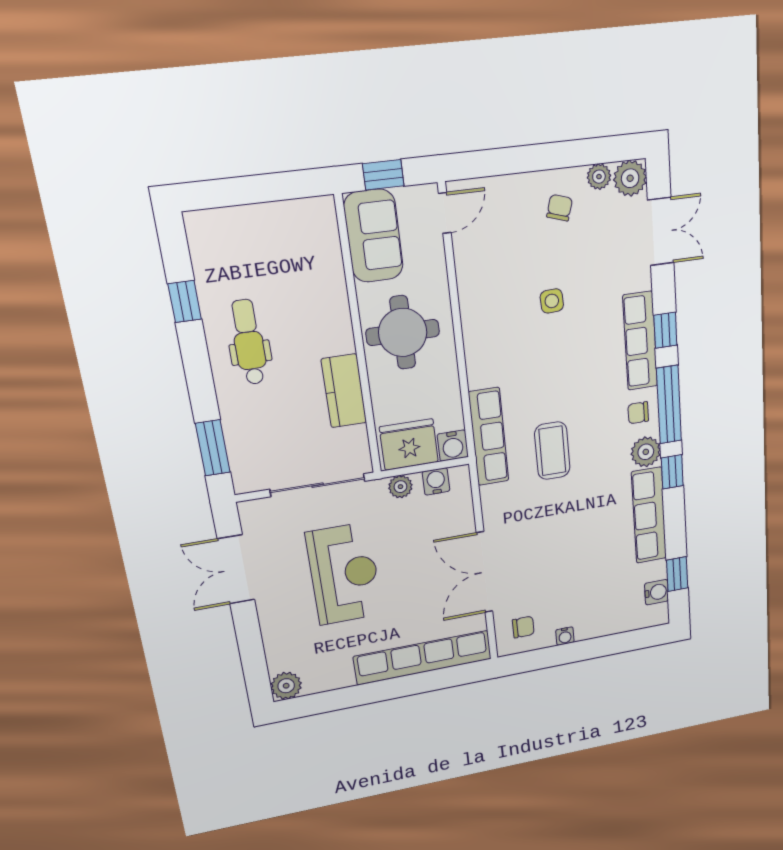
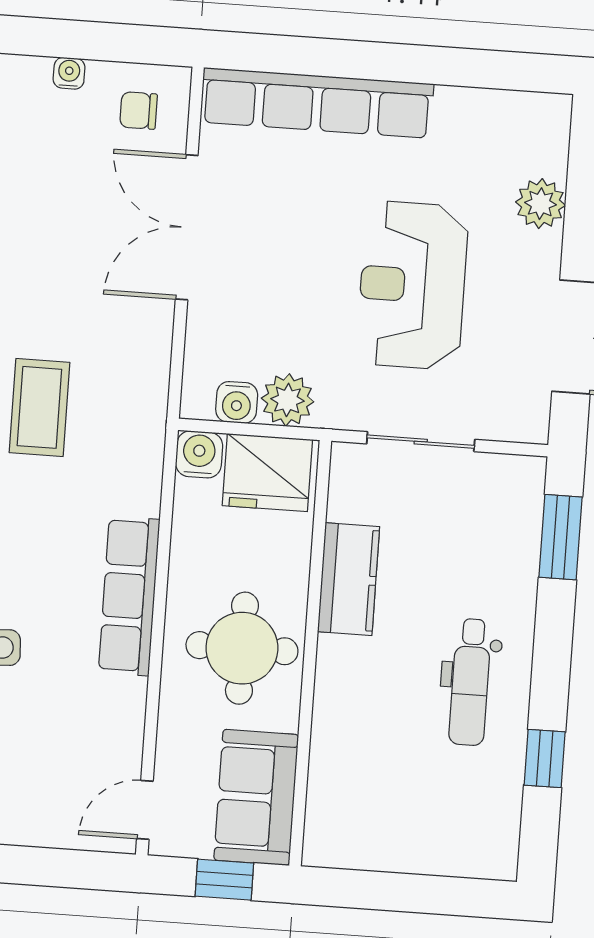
row of seats: (489, 437) -> (129, 596), moved
sliding door: (318, 485) -> (421, 442), width x0.73
plant: (400, 487) -> (288, 400), width x1.38, depth x1.38
double door: (485, 572) -> (187, 227), swing flipped
plant: (286, 686) -> (540, 204), moved

